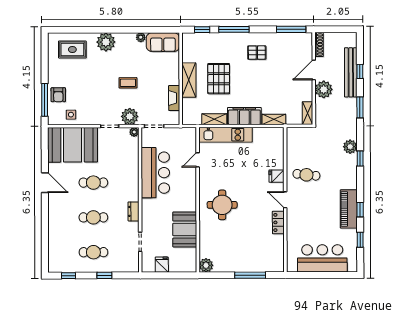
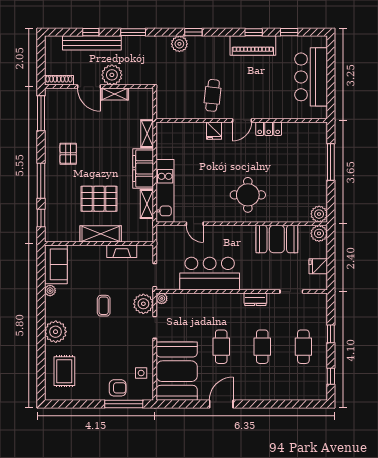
shelving: (307, 113) -> (115, 94), moved
plant: (190, 265) -> (319, 233), added

